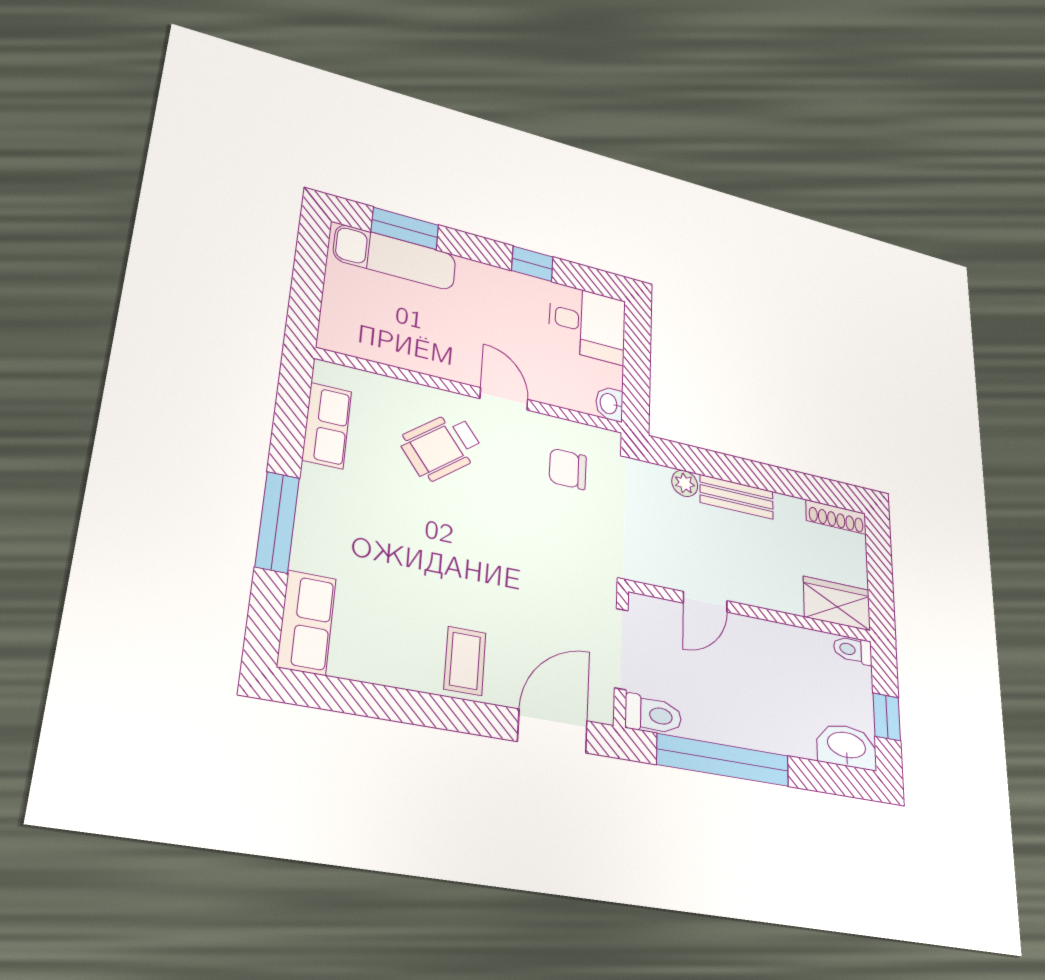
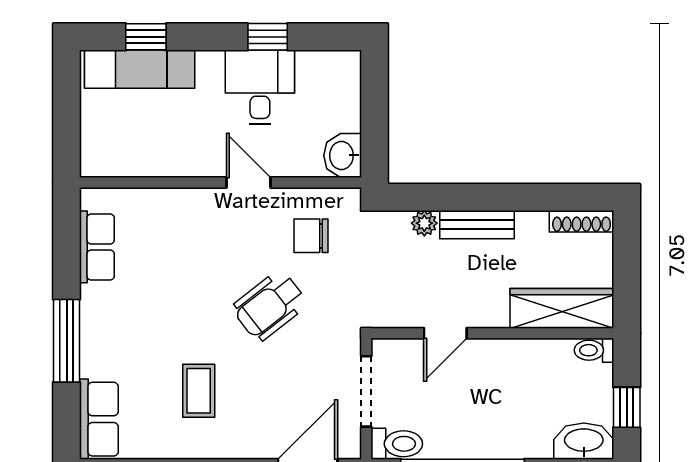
window: (405, 228) -> (146, 37), width x0.67
desk: (587, 324) -> (260, 87), moved, turned -90
washbasin: (609, 404) -> (343, 155), width x1.38, depth x1.45
wheelchair: (442, 447) -> (270, 306), moved
wardrobe: (837, 604) -> (562, 308), width x1.50
coffee table: (465, 661) -> (199, 391), moved

